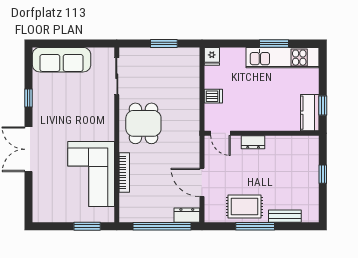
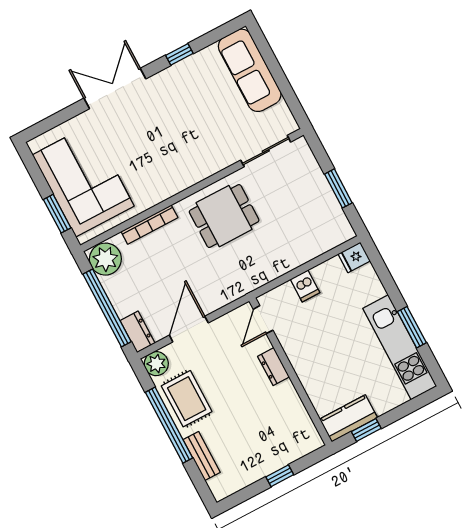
corner sofa: (91, 174) -> (83, 180), moved, turned 90
plant: (131, 211) -> (105, 259), added
plant: (213, 214) -> (156, 364), added
window: (255, 226) -> (169, 425), width x1.46

